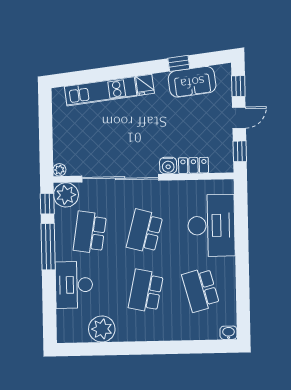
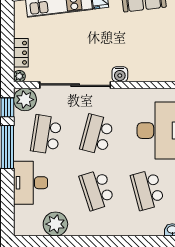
locker: (193, 165) -> (21, 53), moved, turned 90
school desk: (146, 291) -> (97, 190), turned -30

